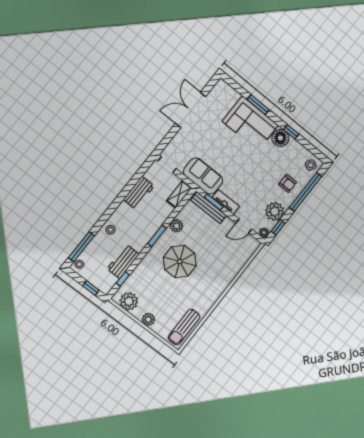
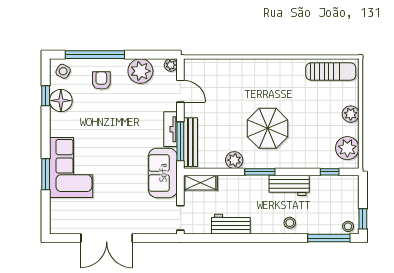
window: (291, 132) -> (46, 96), moved
floor lamp: (280, 138) -> (61, 101), moved
window: (214, 202) -> (180, 141), width x1.44
window: (278, 227) -> (154, 55), removed
workbench: (123, 261) -> (289, 185), moved
window: (91, 288) -> (363, 219), moved

